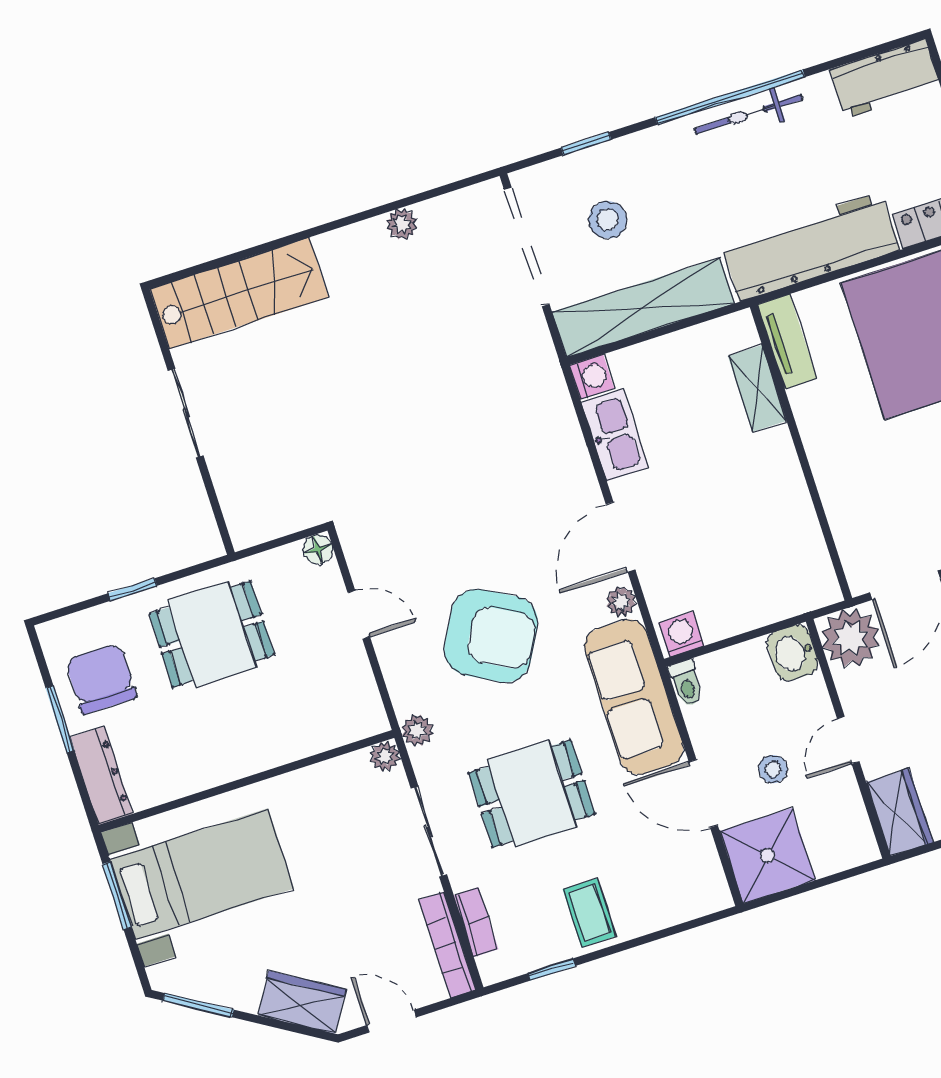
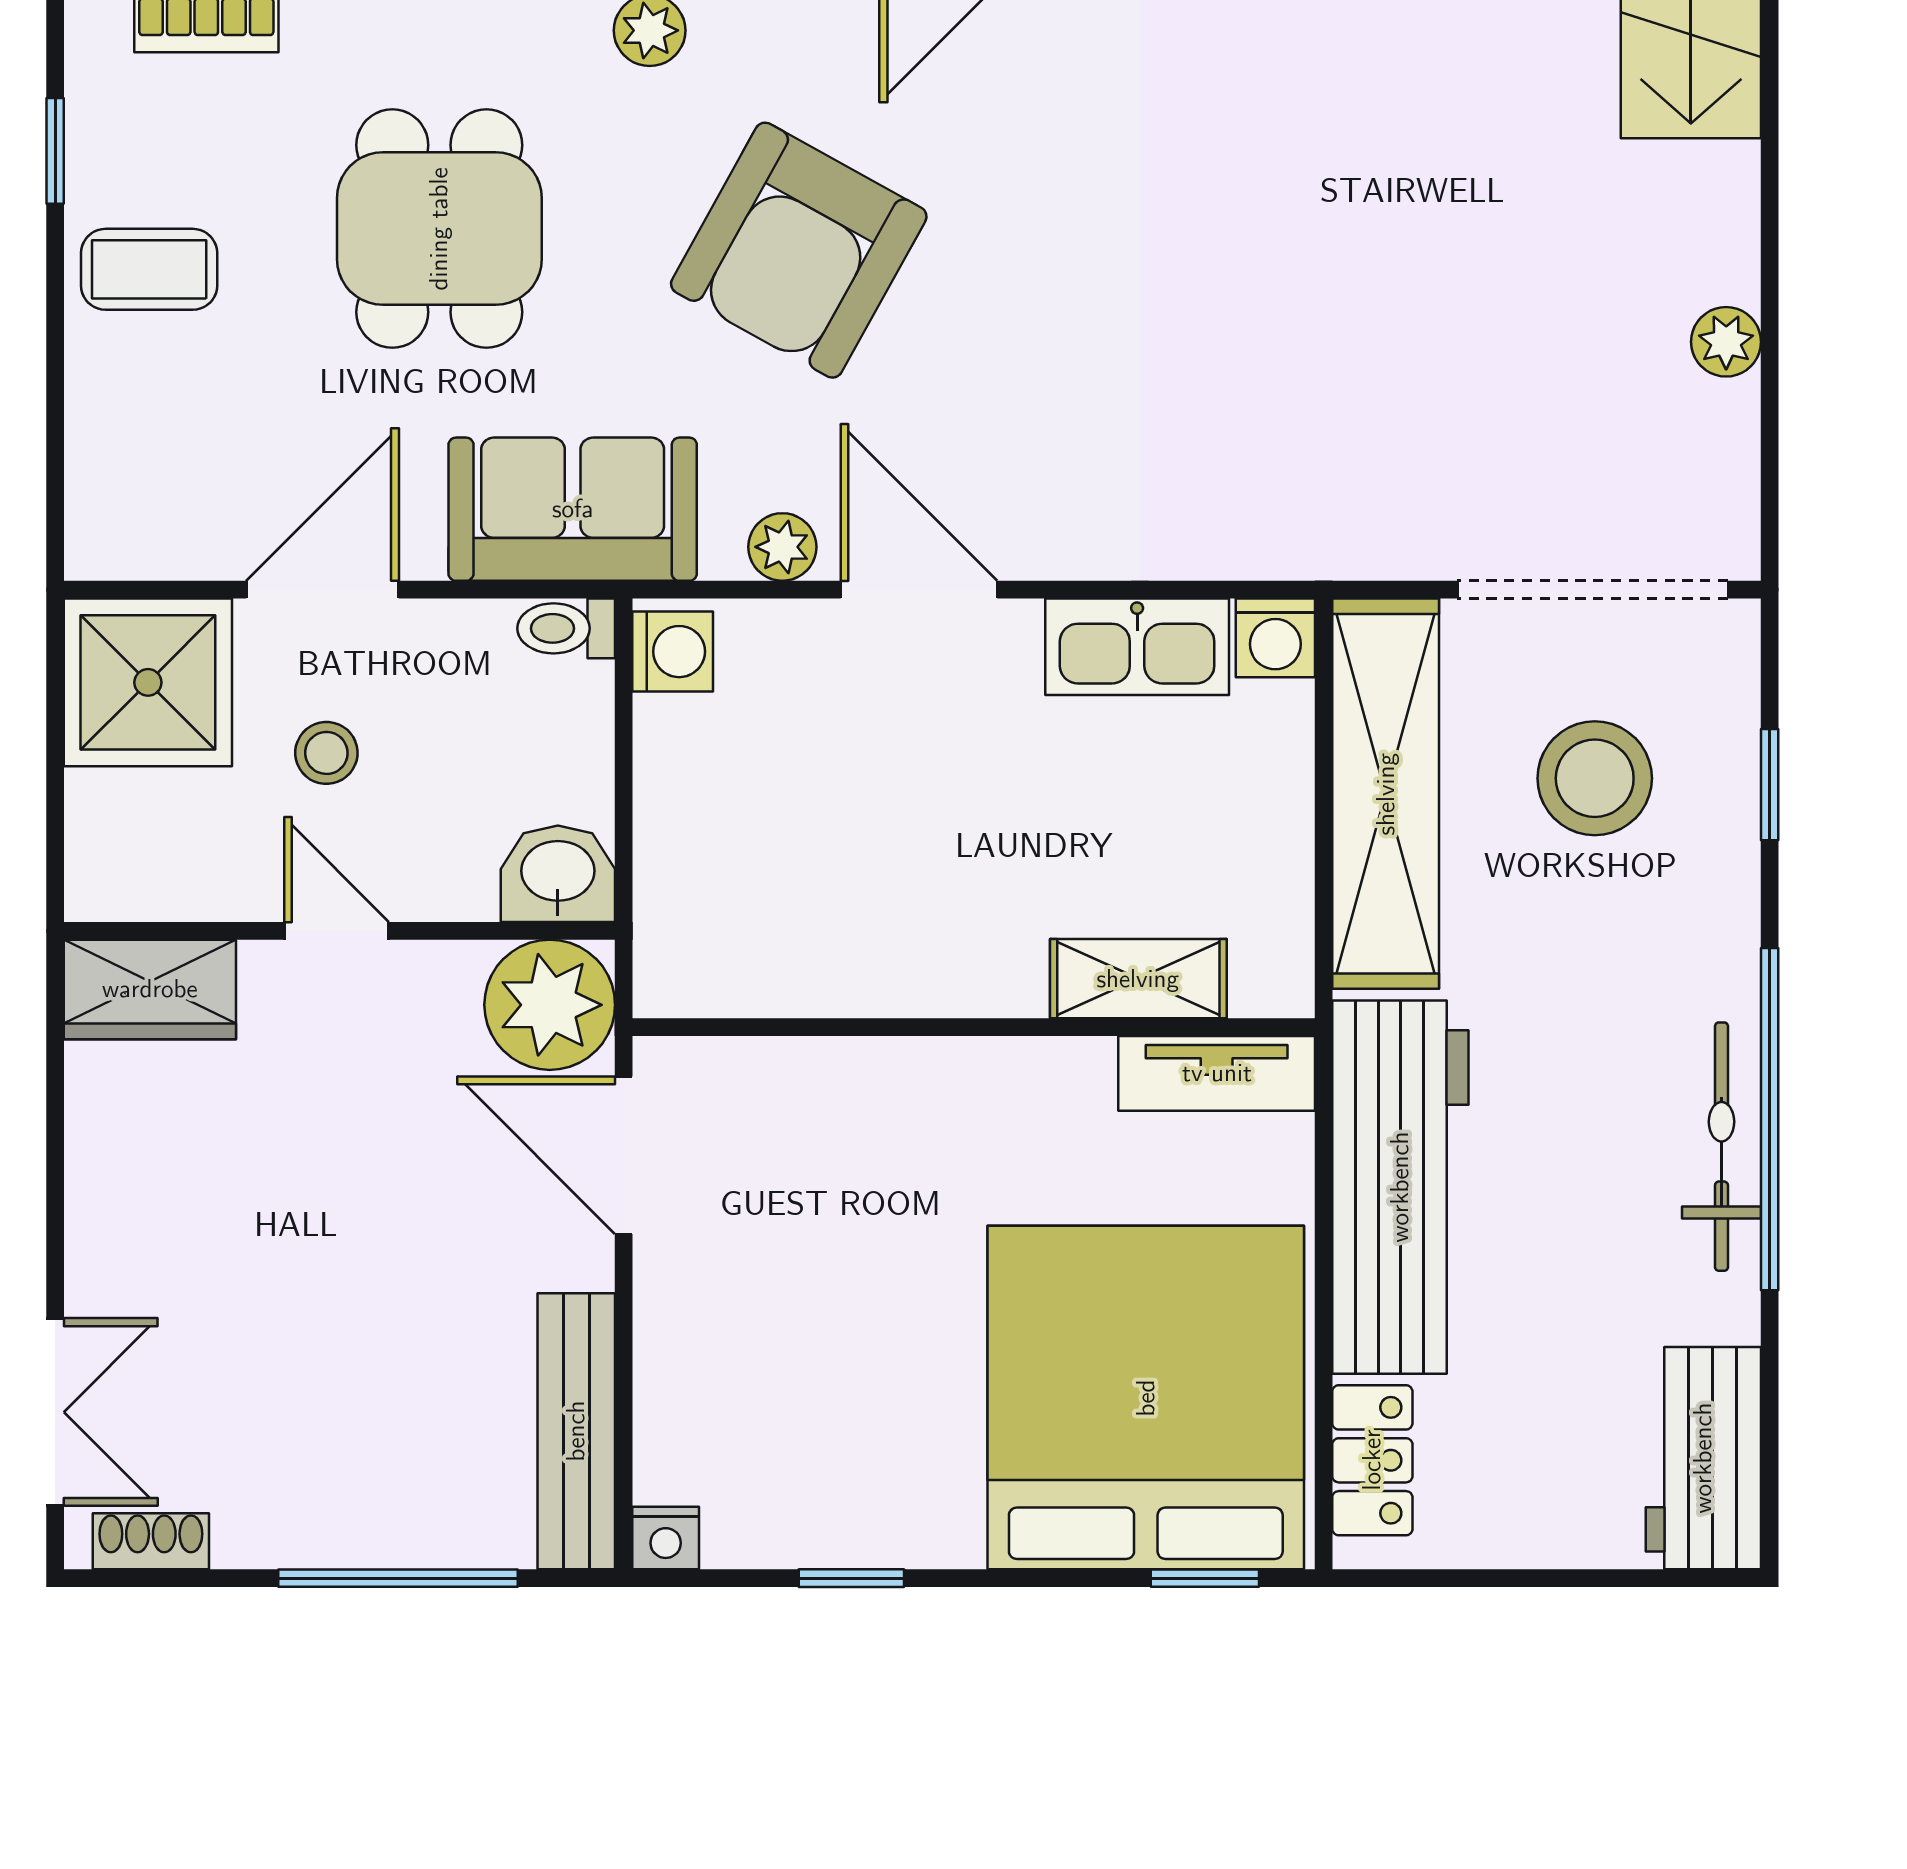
stool: (608, 220) -> (1595, 778), width x1.38, depth x1.38
sofa: (634, 697) -> (573, 509), width x0.73

